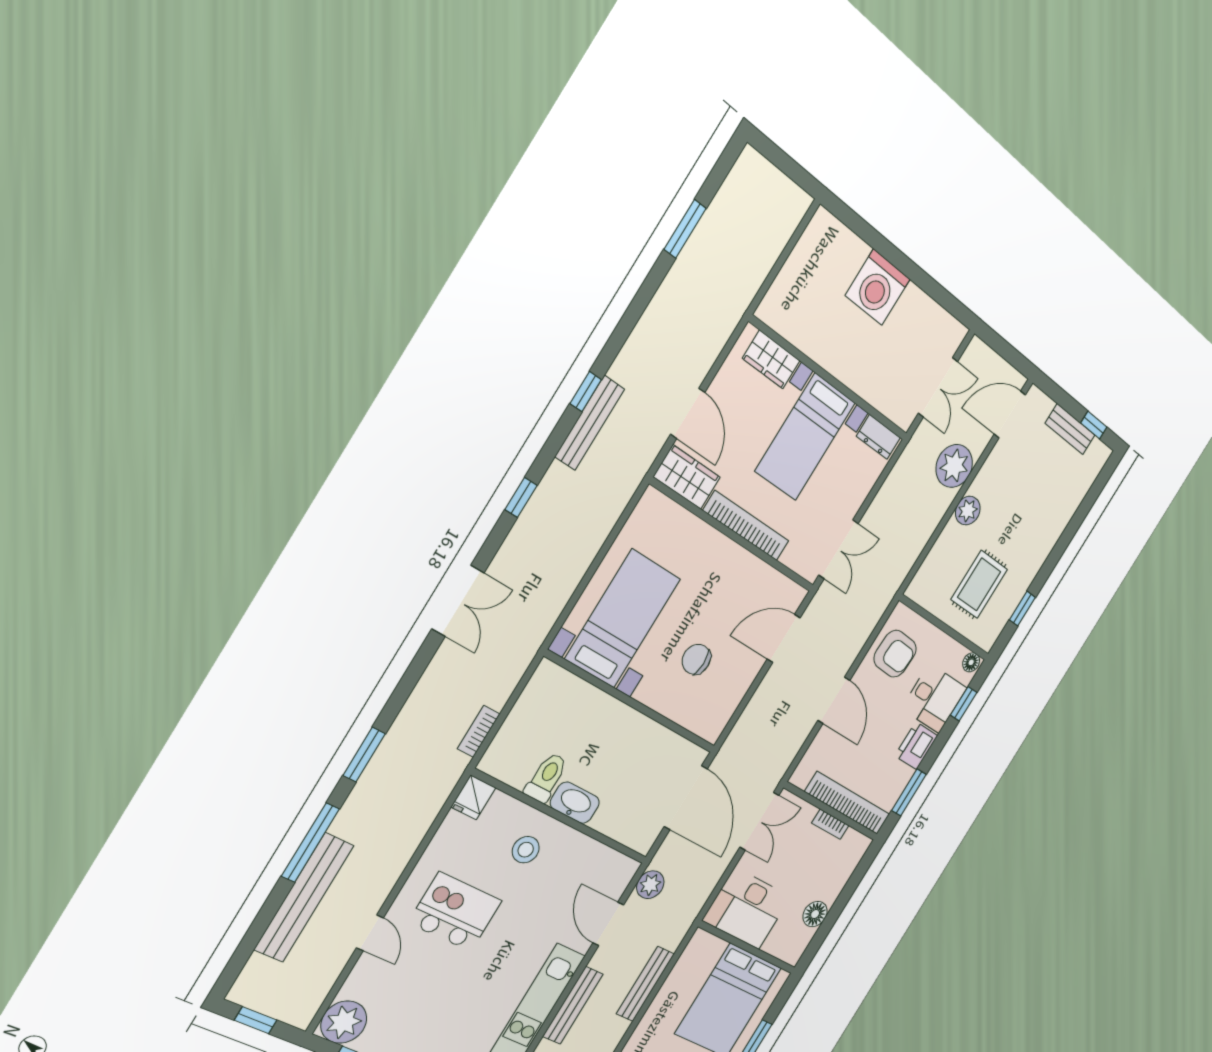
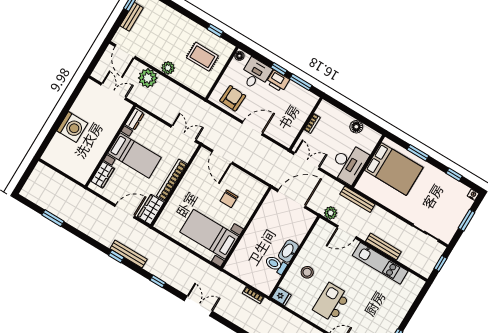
window: (964, 704) -> (279, 69), moved
bookcase: (847, 803) -> (303, 115), removed
bench: (645, 984) -> (357, 199), moved

